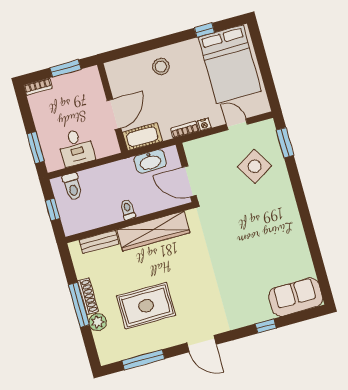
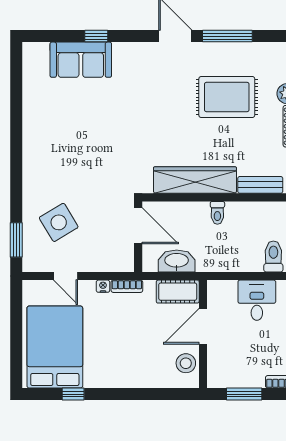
stool: (161, 67) -> (186, 363), moved
sofa: (296, 297) -> (81, 60), moved
window: (143, 360) -> (227, 36), moved

